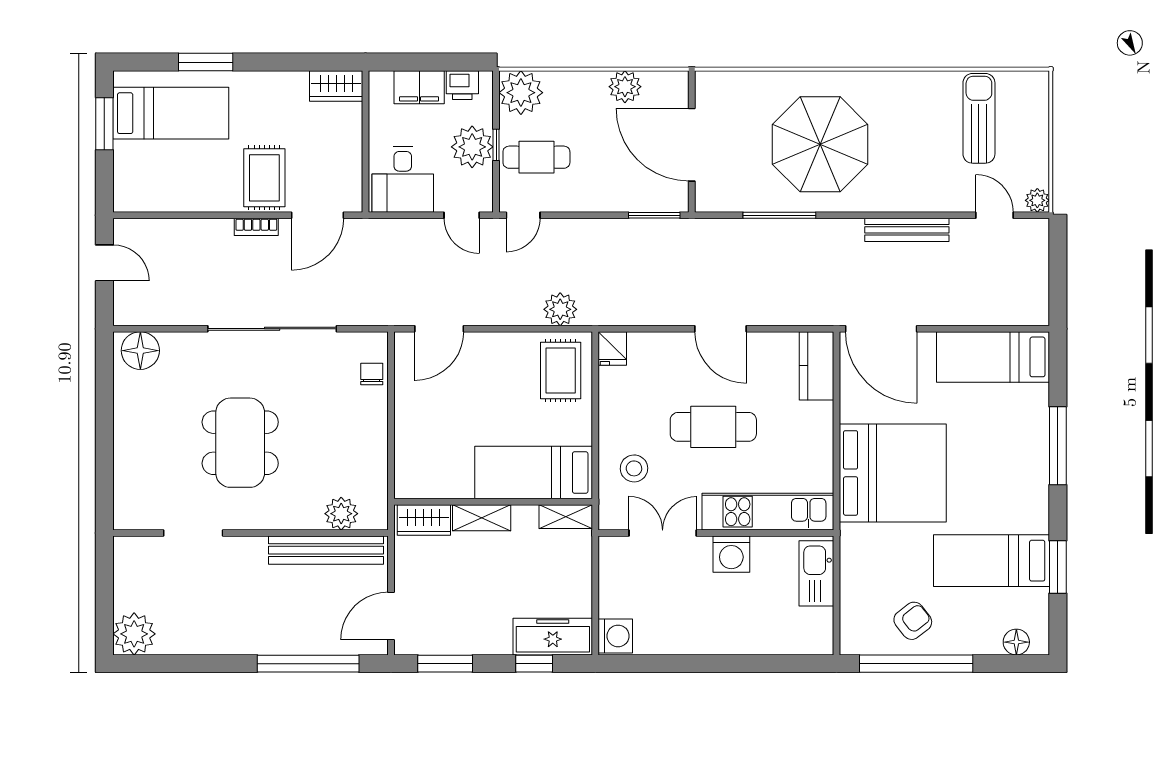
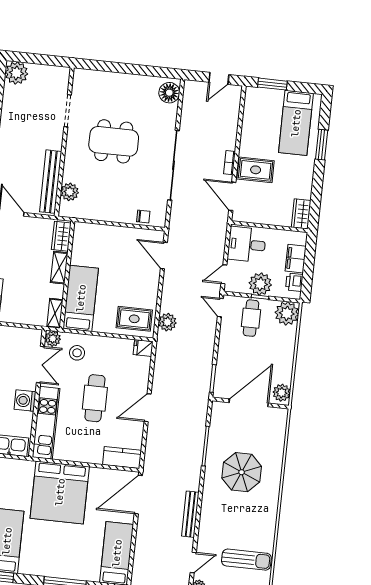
plant: (625, 87) -> (282, 393), moved
window: (104, 124) -> (272, 84), moved
parasol: (820, 144) -> (242, 472), width x0.73, depth x0.73
plant: (613, 516) -> (53, 339), added

